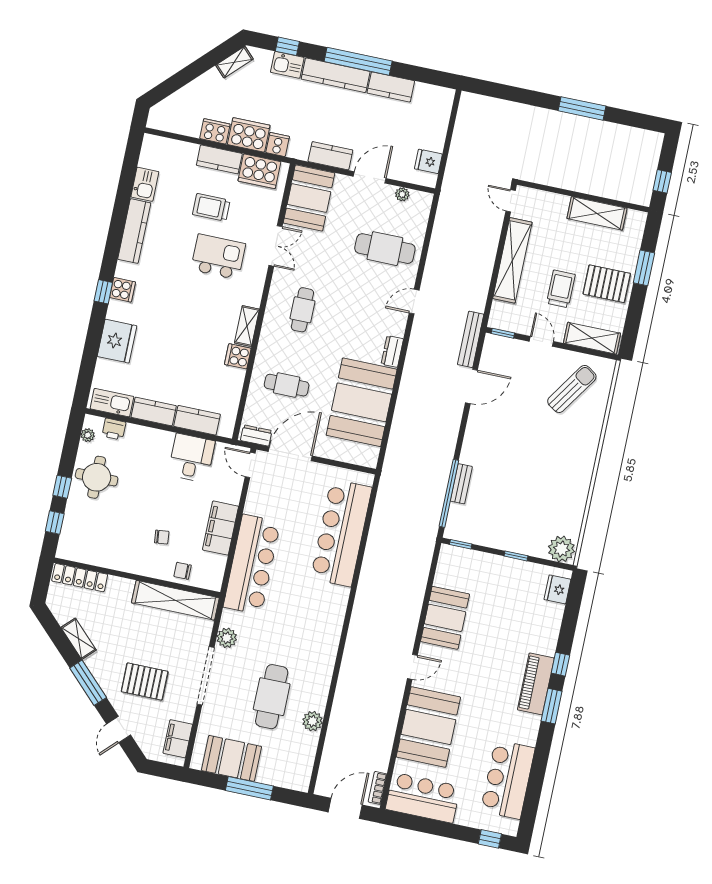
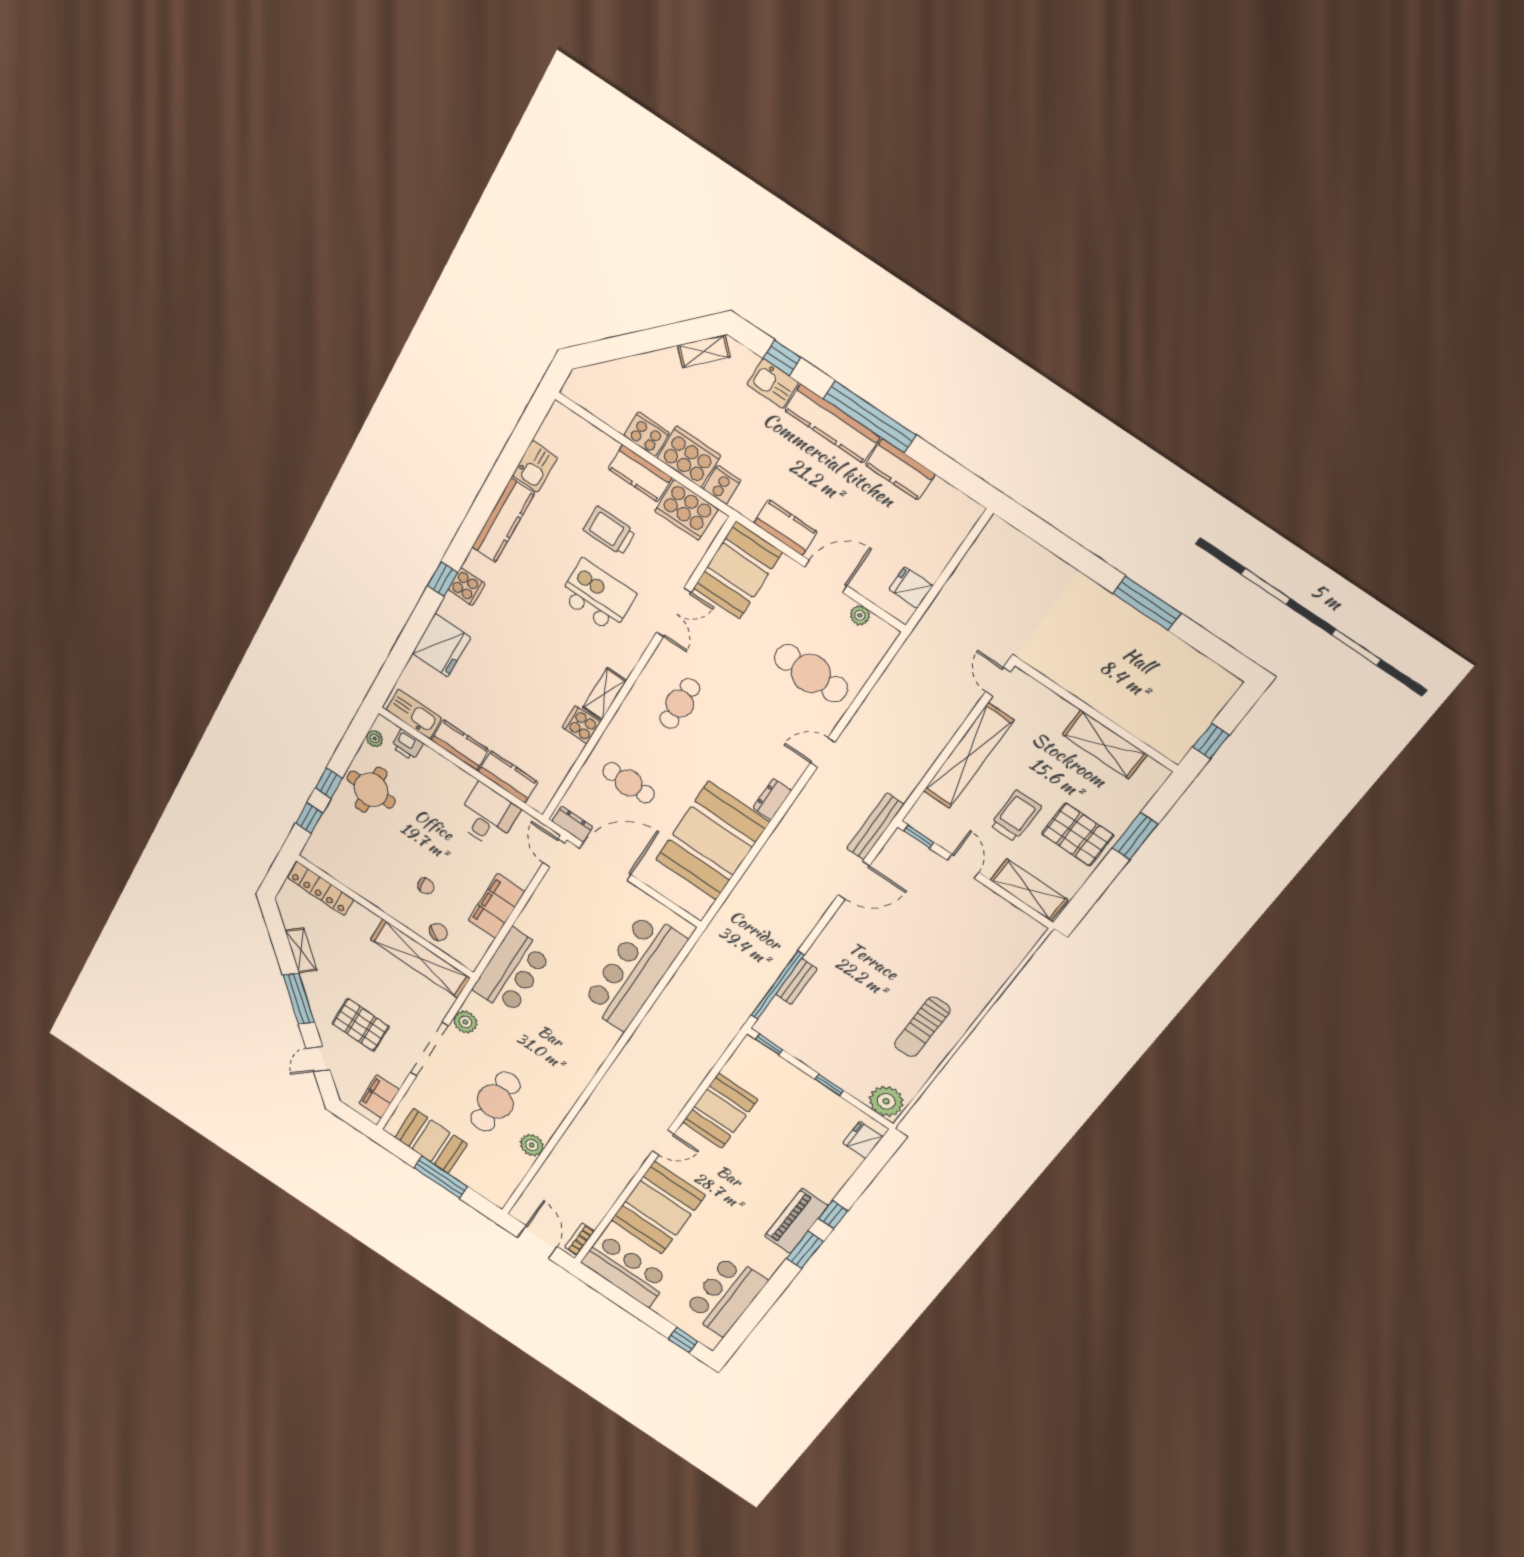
sun lounger: (572, 389) -> (922, 1027), moved, turned 146
bar counter: (252, 564) -> (512, 971), width x0.73
chair: (183, 571) -> (438, 932), turned 127
door: (345, 808) -> (537, 1242), hinge flipped

